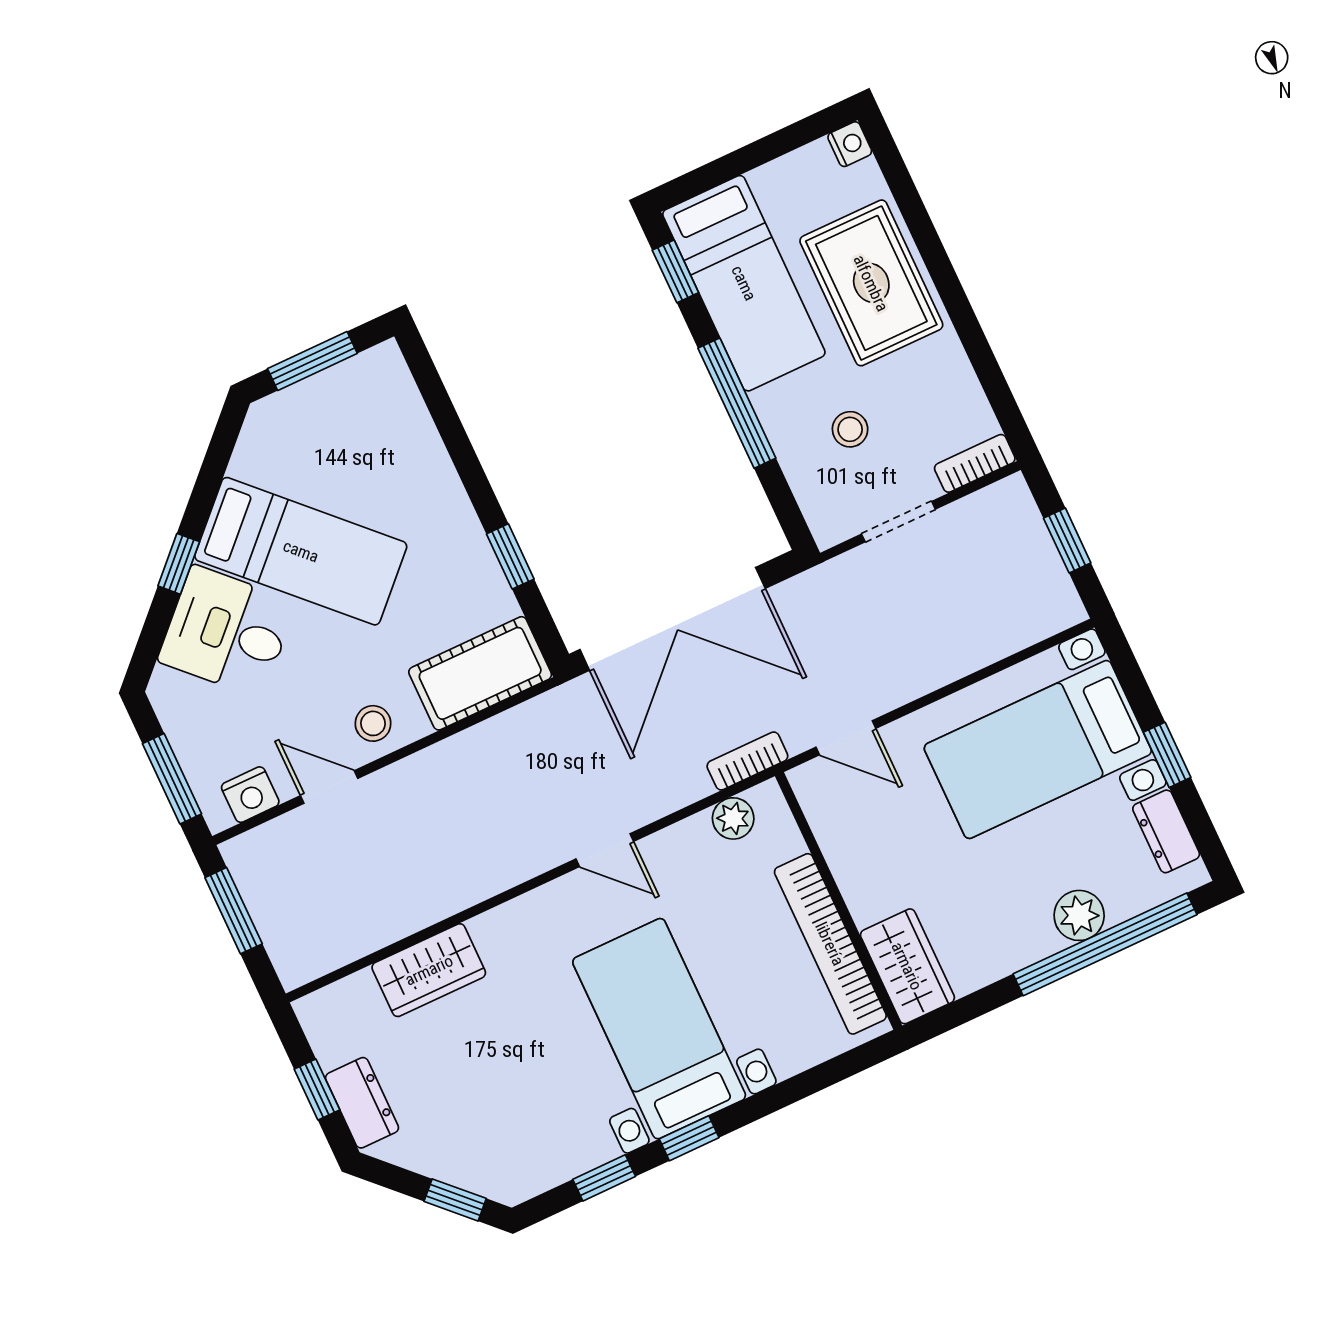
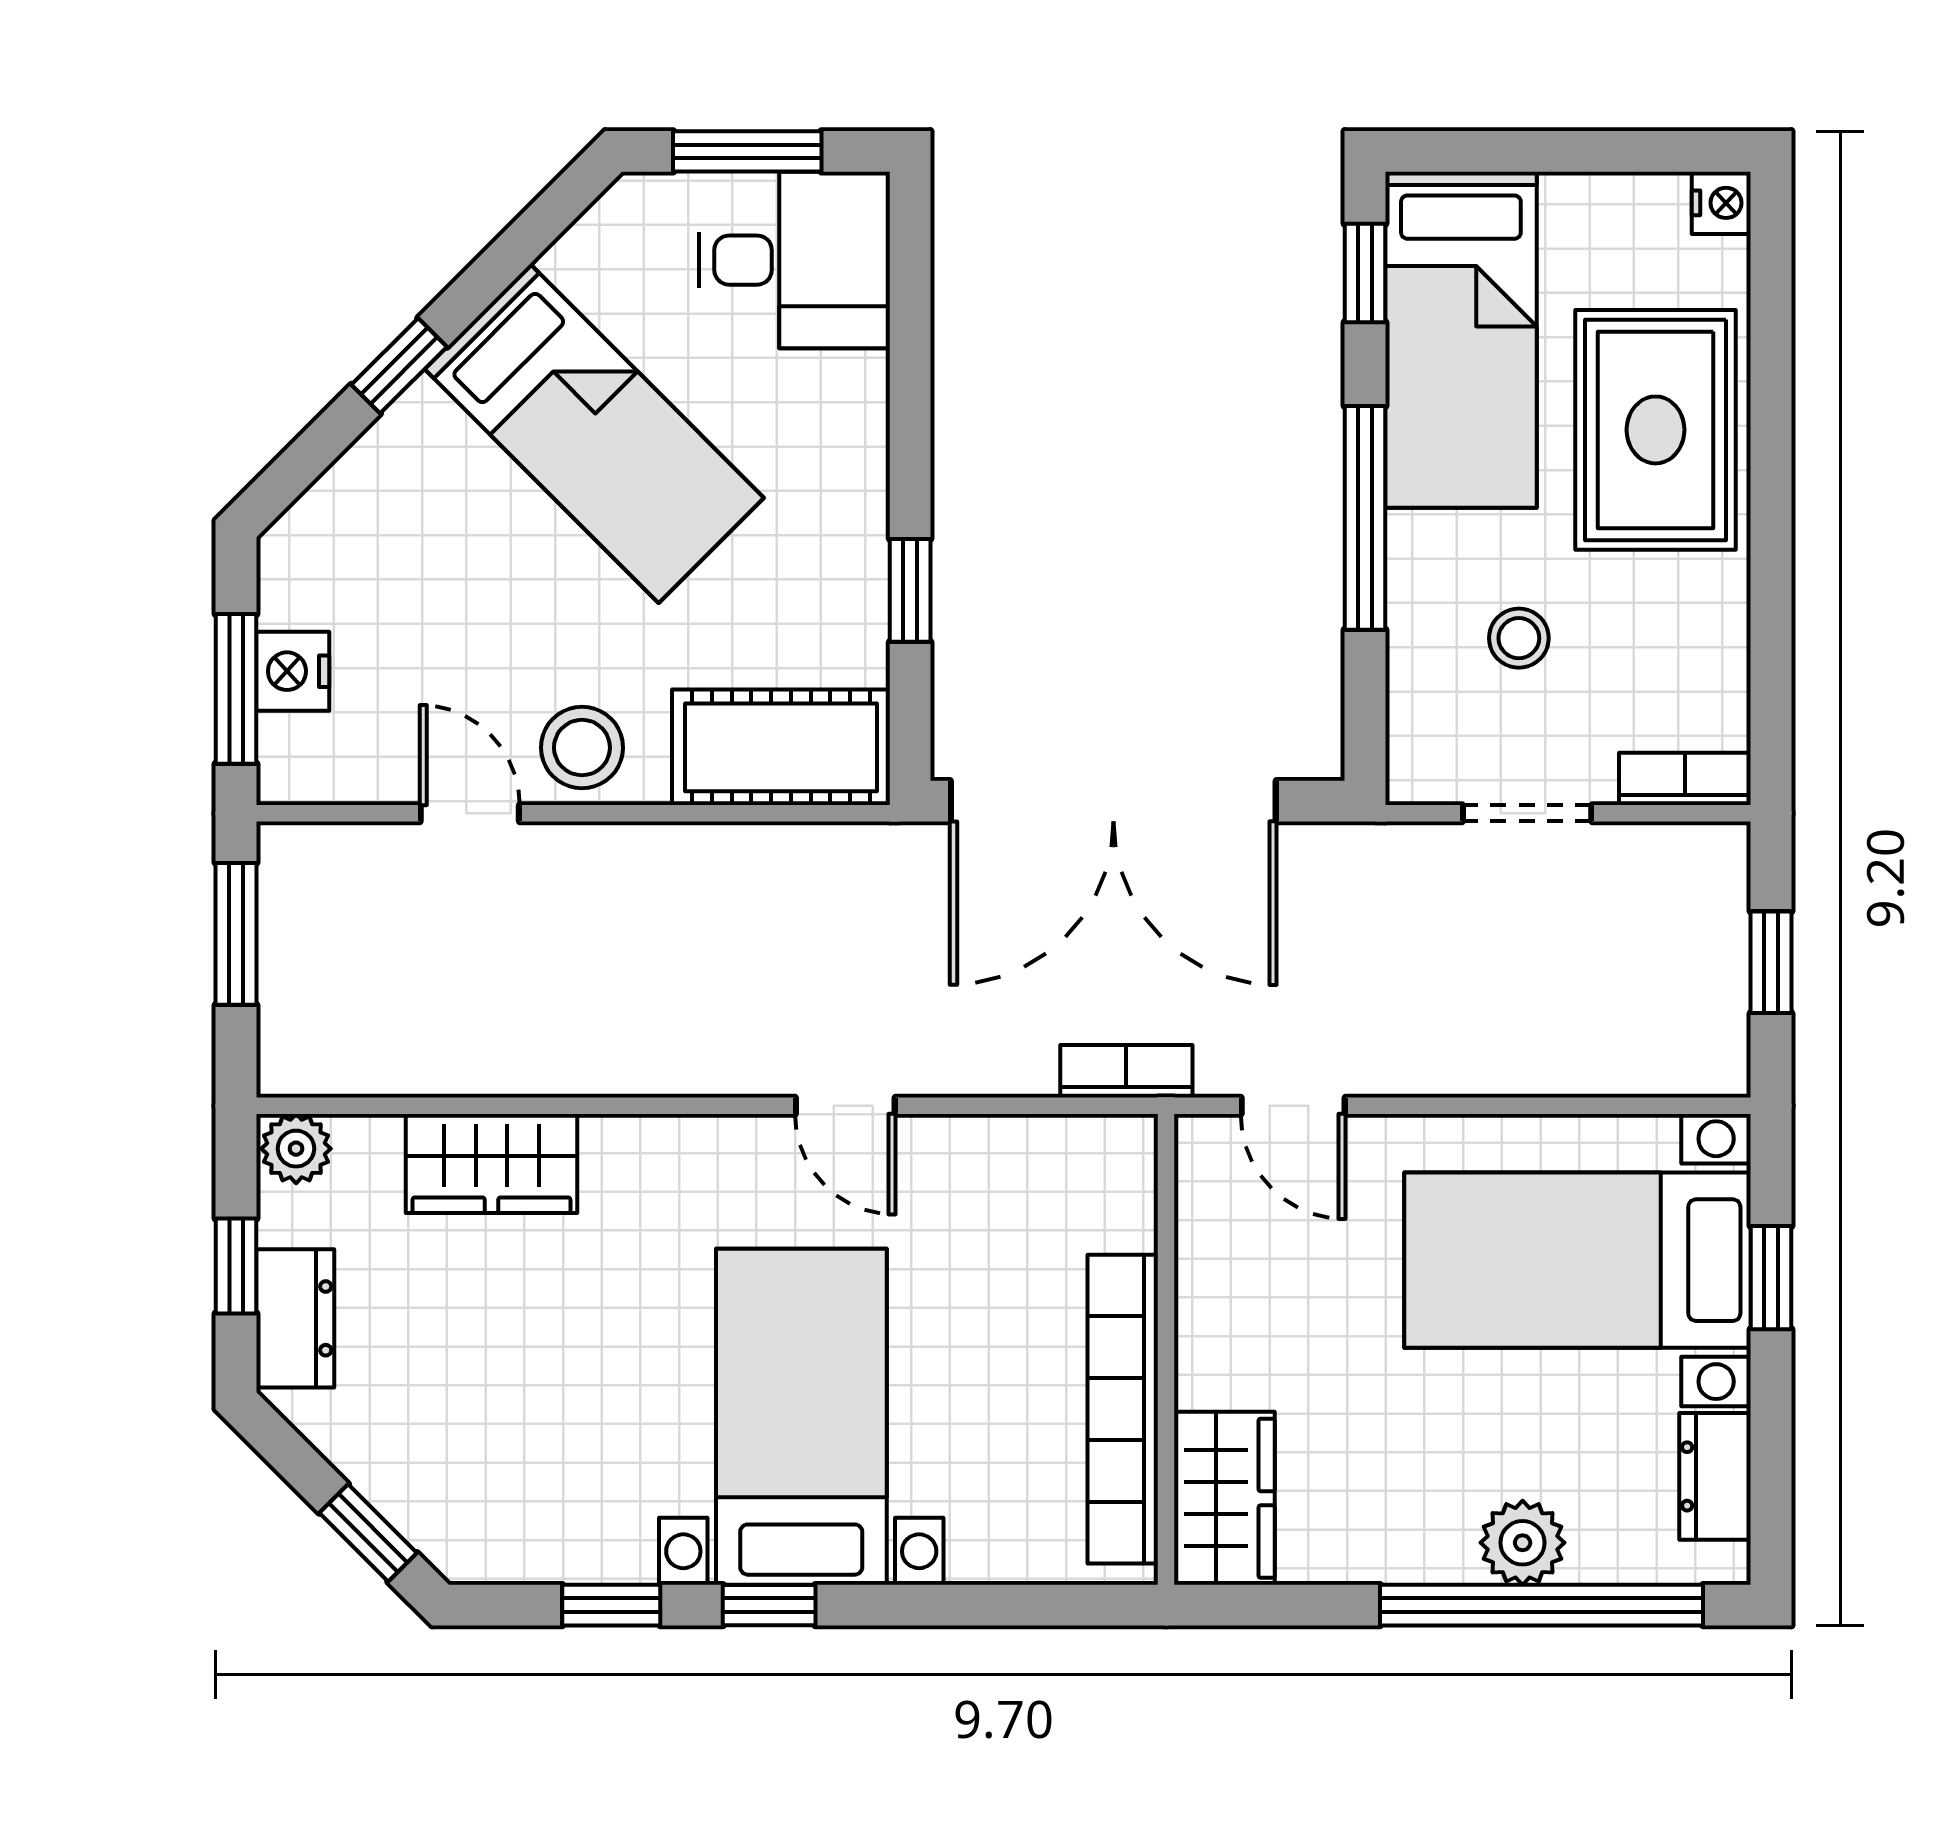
desk: (227, 632) -> (795, 260), moved, turned 135
stool: (373, 723) -> (582, 748), width x1.37, depth x1.37
window: (1167, 755) -> (1771, 1278), moved
nightstand: (250, 795) -> (293, 671), moved, turned 90
plant: (733, 818) -> (296, 1149), moved

